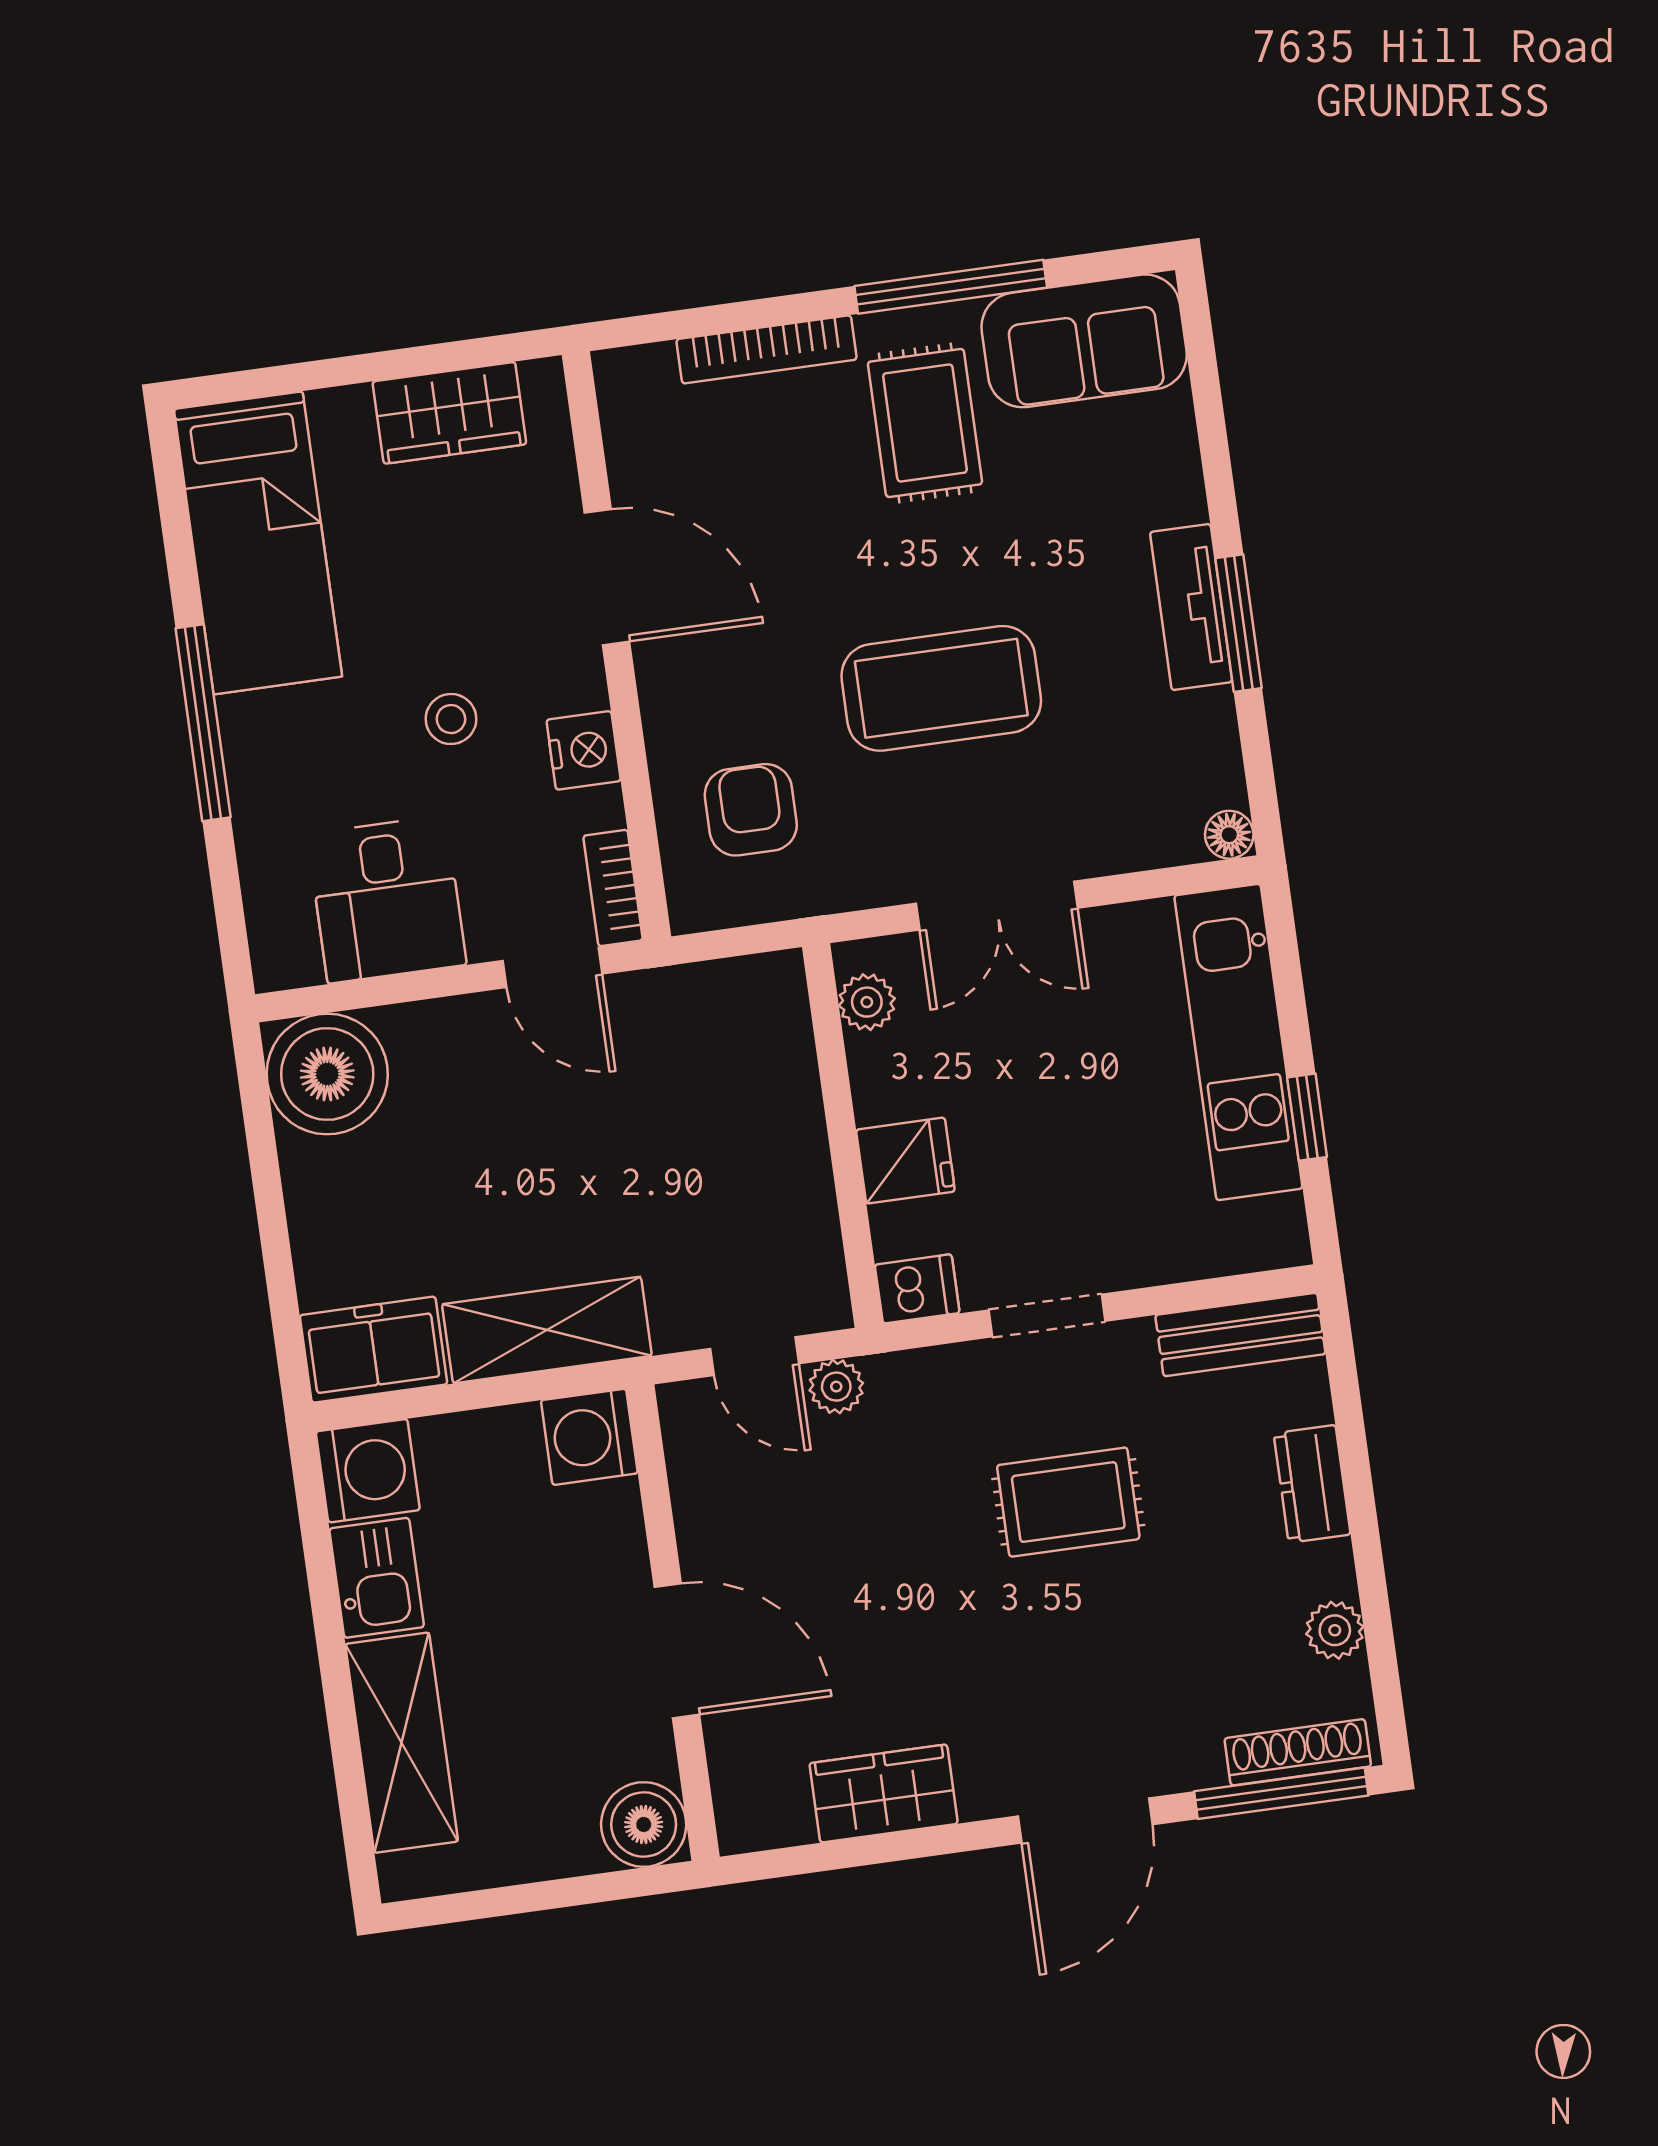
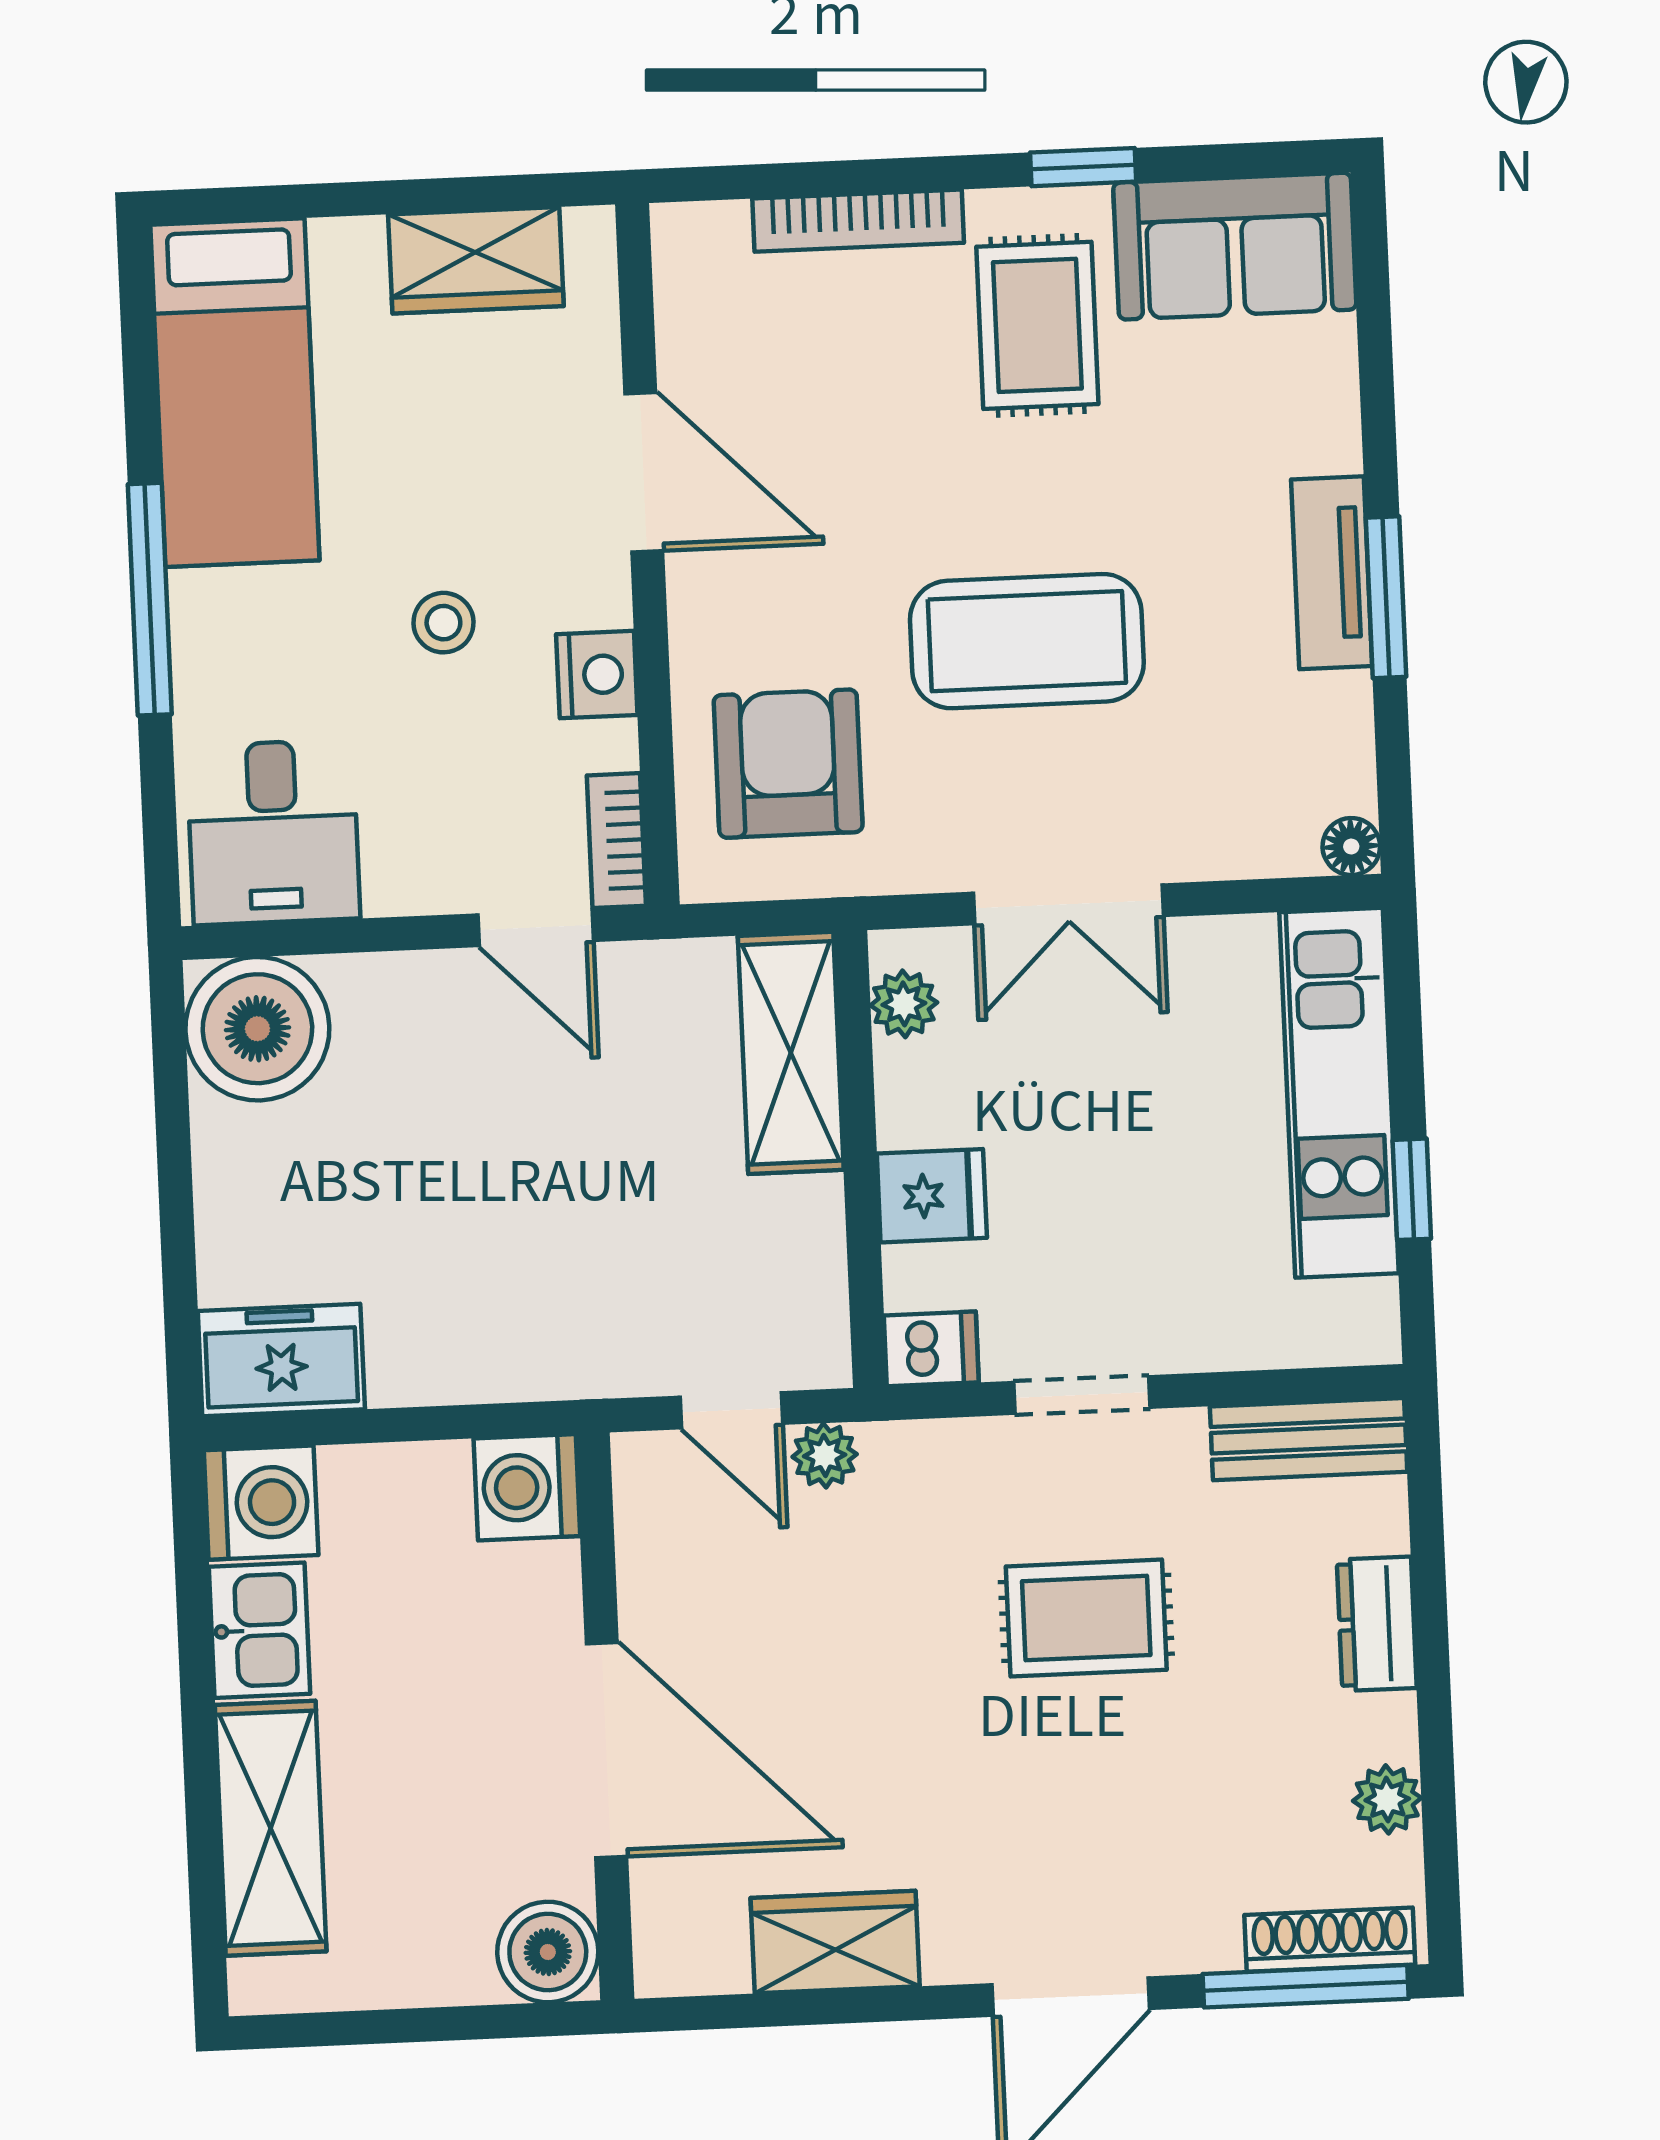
window: (951, 287) -> (1083, 167), width x0.46
armchair: (751, 810) -> (788, 764), width x1.38, depth x1.38
desk: (387, 900) -> (273, 832), moved
shelving: (547, 1330) -> (791, 1053), moved, turned 90
door: (677, 1651) -> (606, 1750), width x1.36

